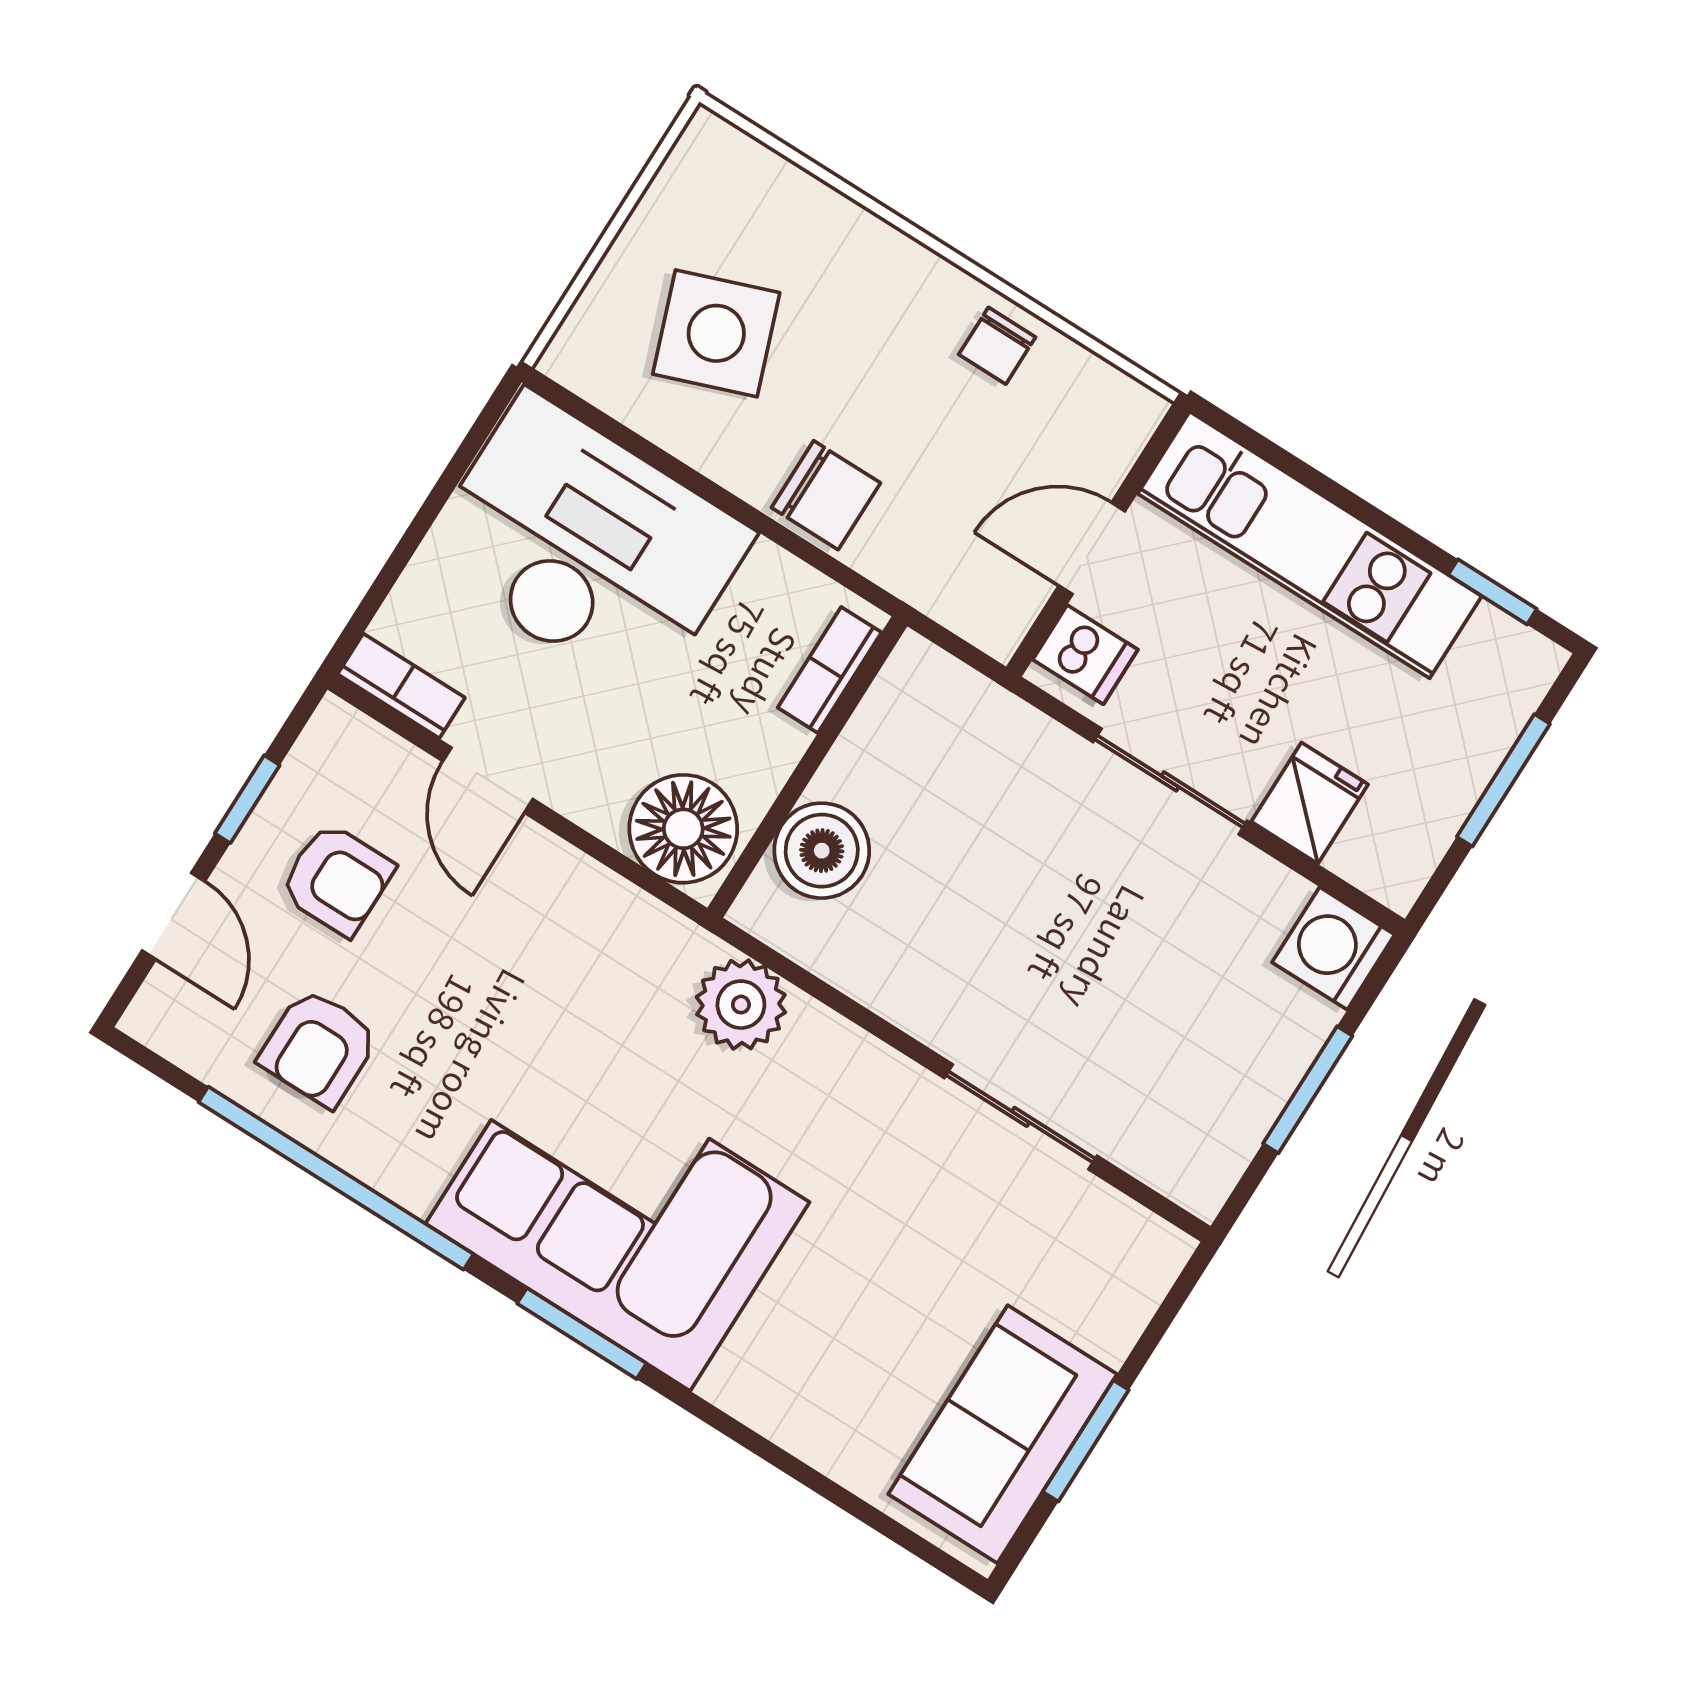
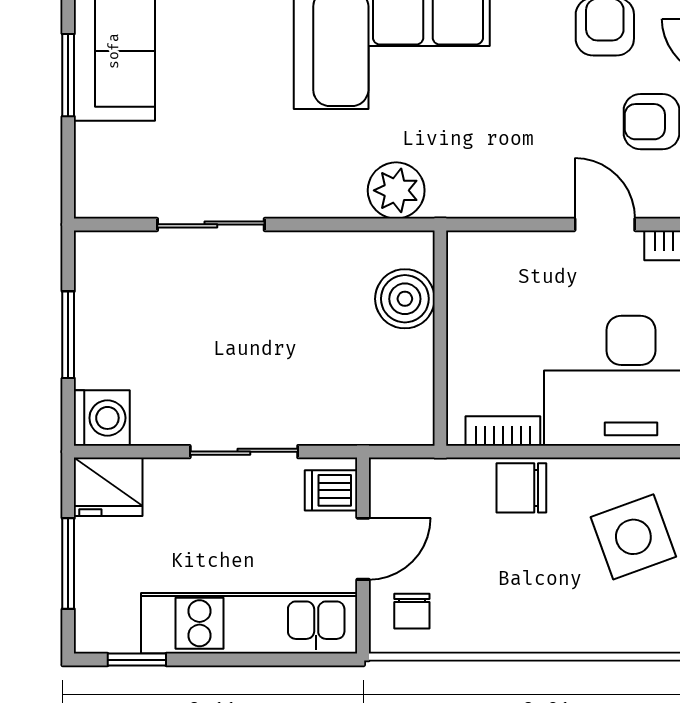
chair: (997, 346) -> (412, 611), moved, turned 180
bookcase: (830, 670) -> (503, 431), moved, turned -90
fridge: (1310, 803) -> (108, 487), moved, width x1.38
floor lamp: (683, 829) -> (485, 264), removed

